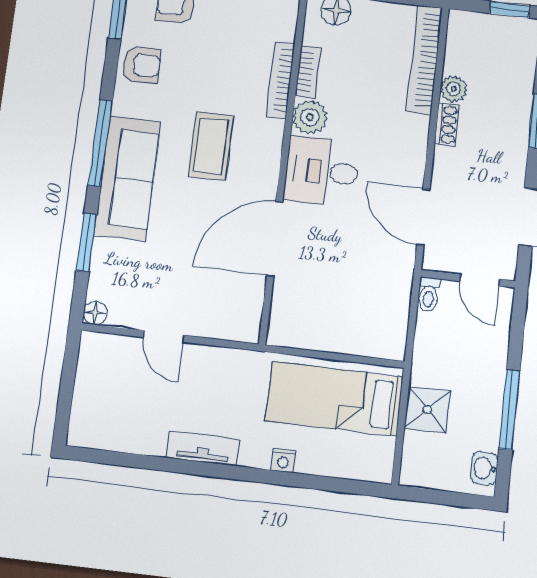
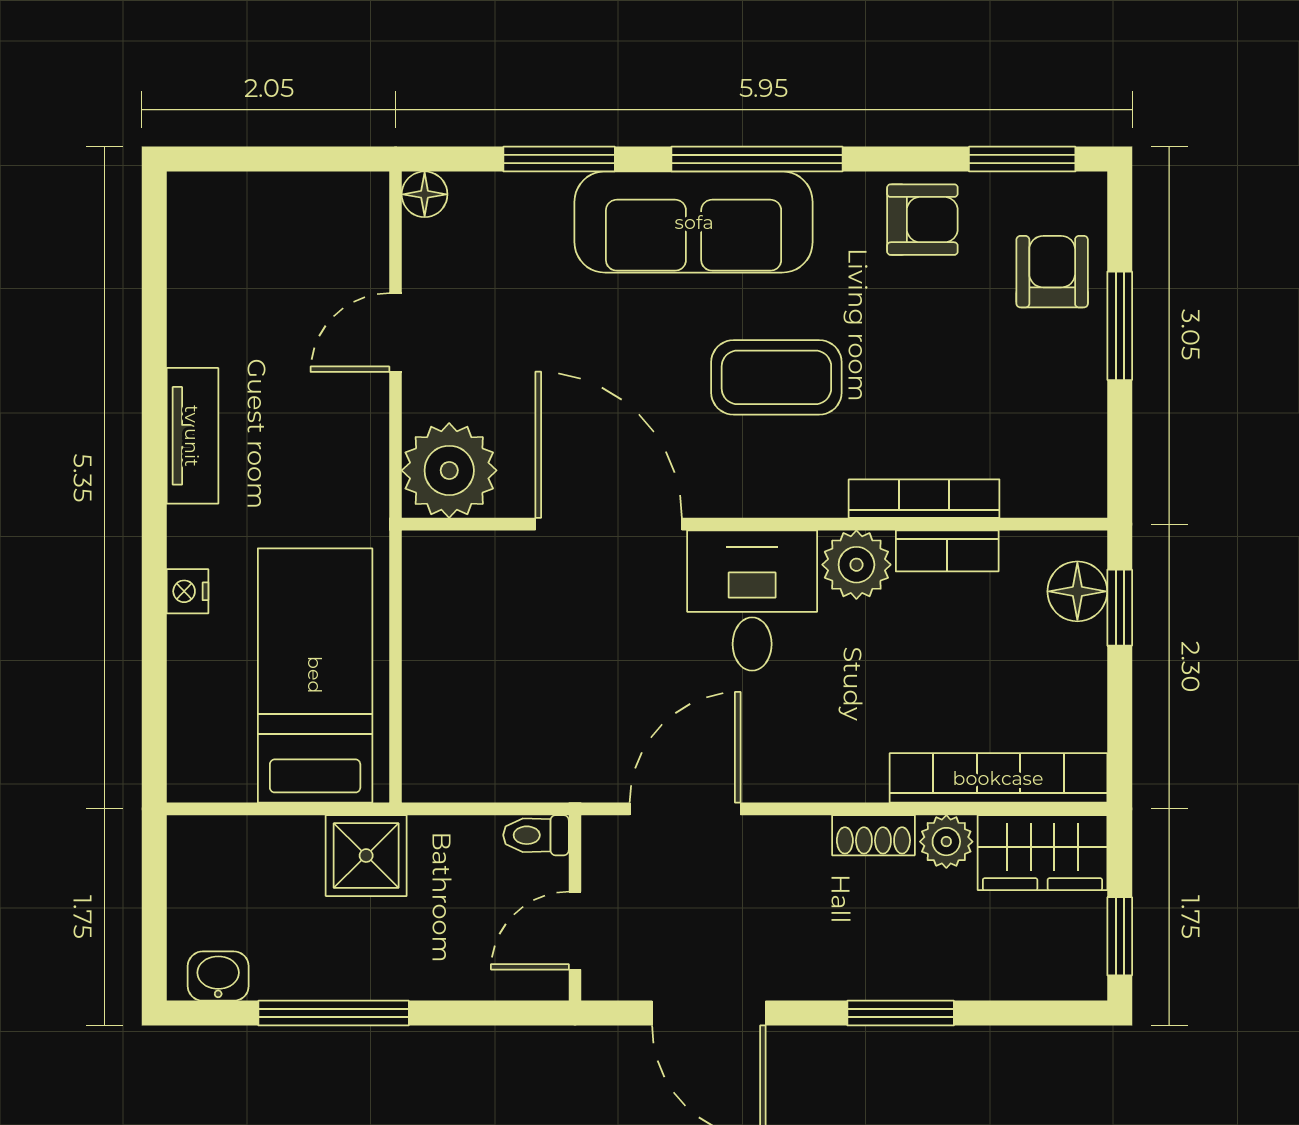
wardrobe: (464, 42) -> (1042, 853), added
armchair: (142, 65) -> (922, 220), turned -90
plant: (238, 317) -> (449, 470), added
shower: (427, 409) -> (366, 856), moved

